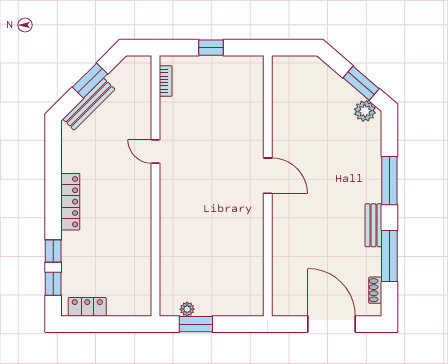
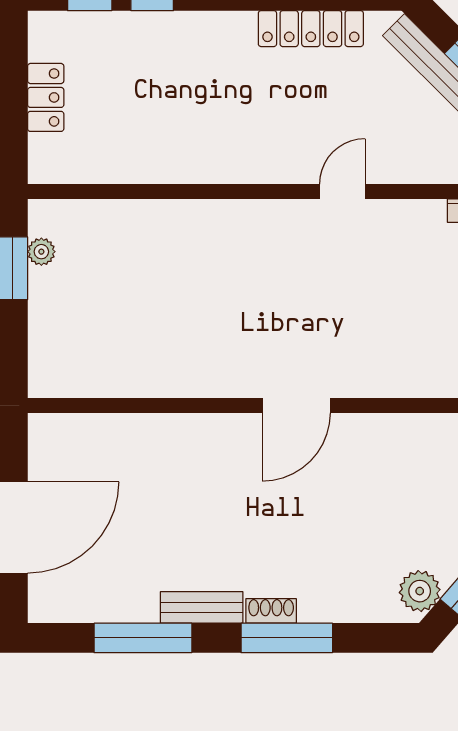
locker: (70, 202) -> (311, 29), moved
shoe rack: (375, 290) -> (271, 611), moved
locker: (87, 307) -> (46, 97), moved

